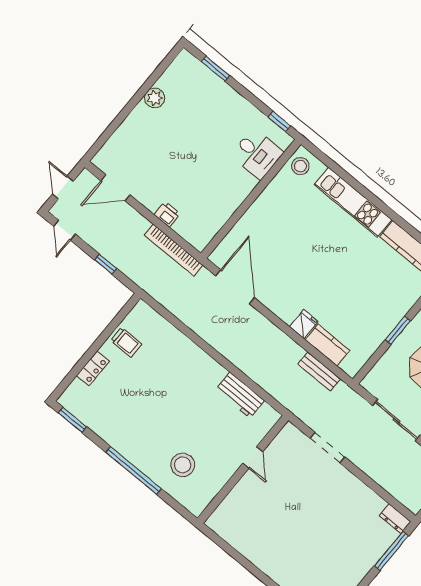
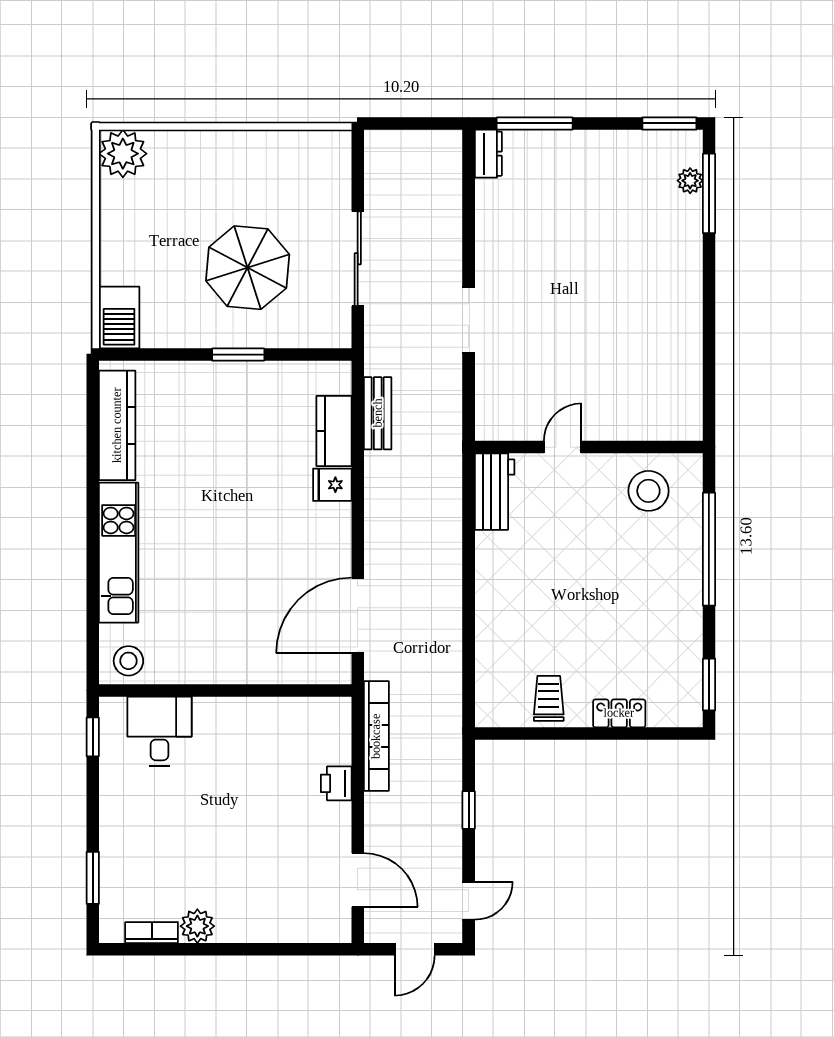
bookcase: (169, 75) -> (152, 933), added
door: (253, 457) -> (563, 447), moved
wall: (243, 469) -> (589, 447), moved

